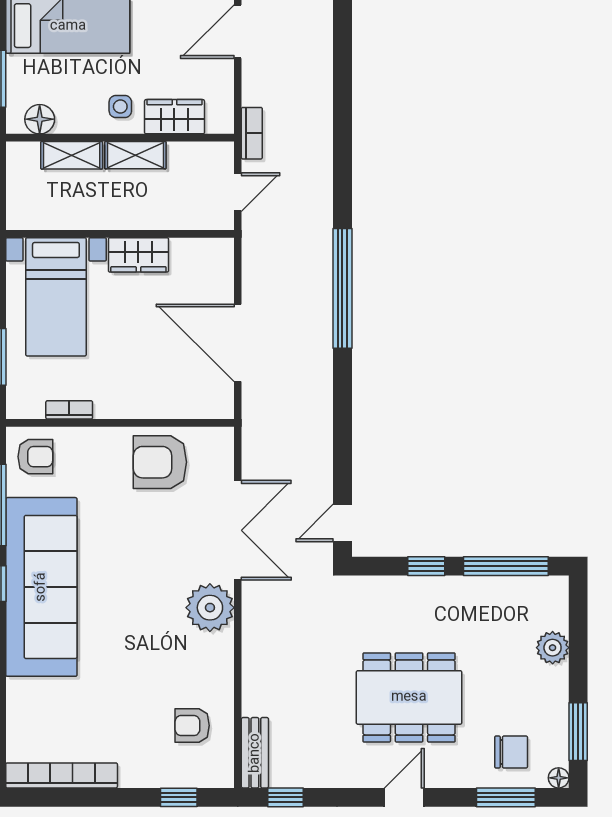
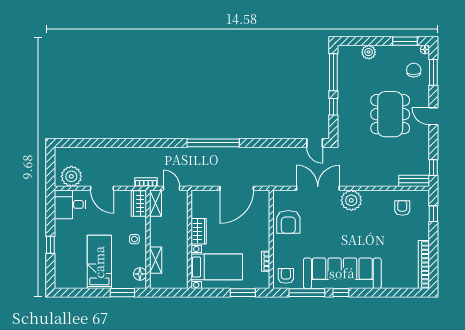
wardrobe: (174, 117) -> (139, 204), moved
shelving: (135, 155) -> (156, 203), moved
armchair: (192, 726) -> (402, 208), turned 180

